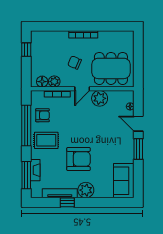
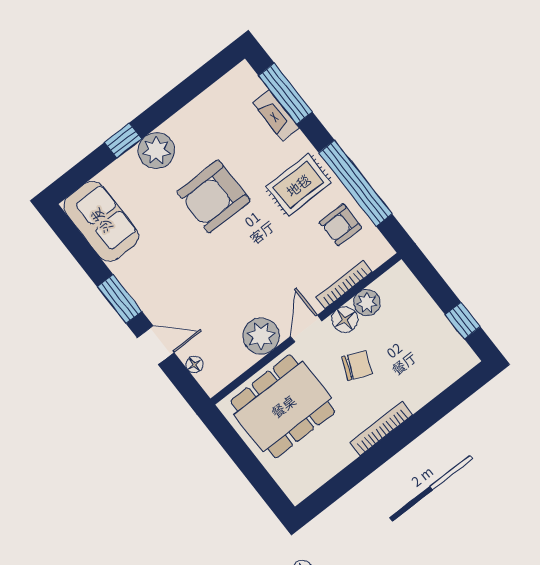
floor lamp: (42, 82) -> (345, 320), moved
tv unit: (60, 193) -> (199, 108), removed
window: (67, 202) -> (123, 141), moved

